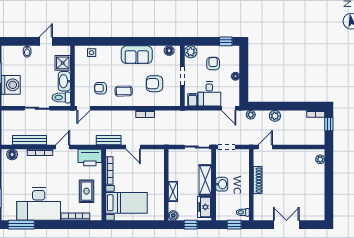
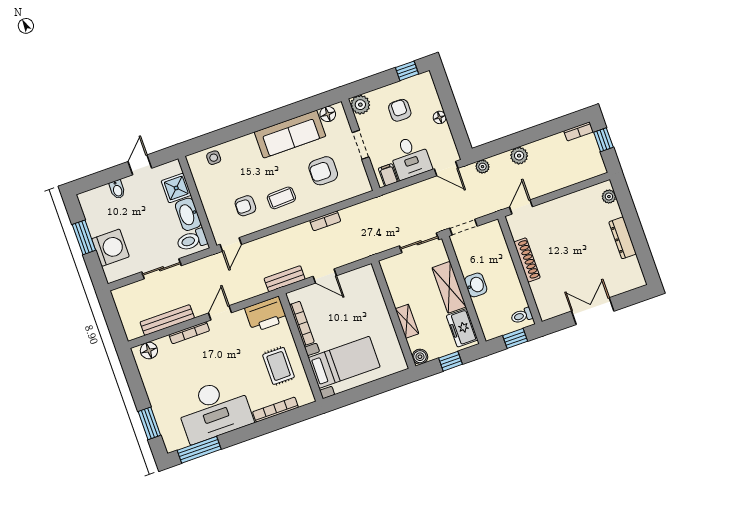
sofa: (137, 55) -> (290, 134), width x1.36
dresser: (320, 187) -> (623, 238), added

